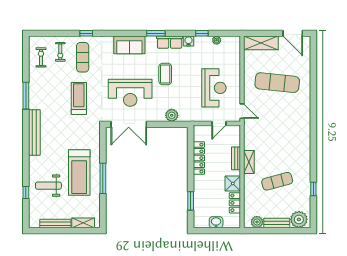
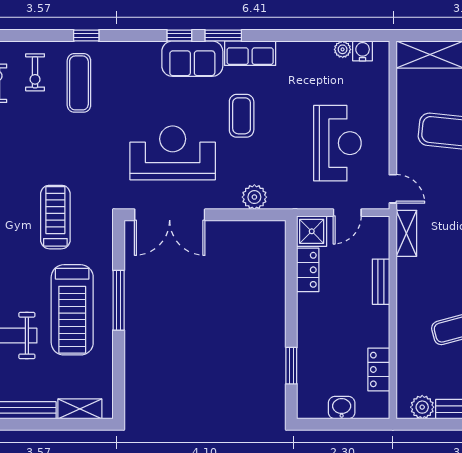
window: (202, 33) -> (179, 36), moved
water cooler: (188, 41) -> (363, 51), moved
sofa: (129, 45) -> (192, 59), moved
reception desk: (130, 93) -> (173, 153), turned 180
treadmill: (79, 98) -> (55, 217), moved
locker: (199, 158) -> (308, 270), width x0.66
shelving: (249, 162) -> (406, 233), moved
window: (103, 178) -> (119, 300), moved
shower: (233, 183) -> (312, 231), moved

